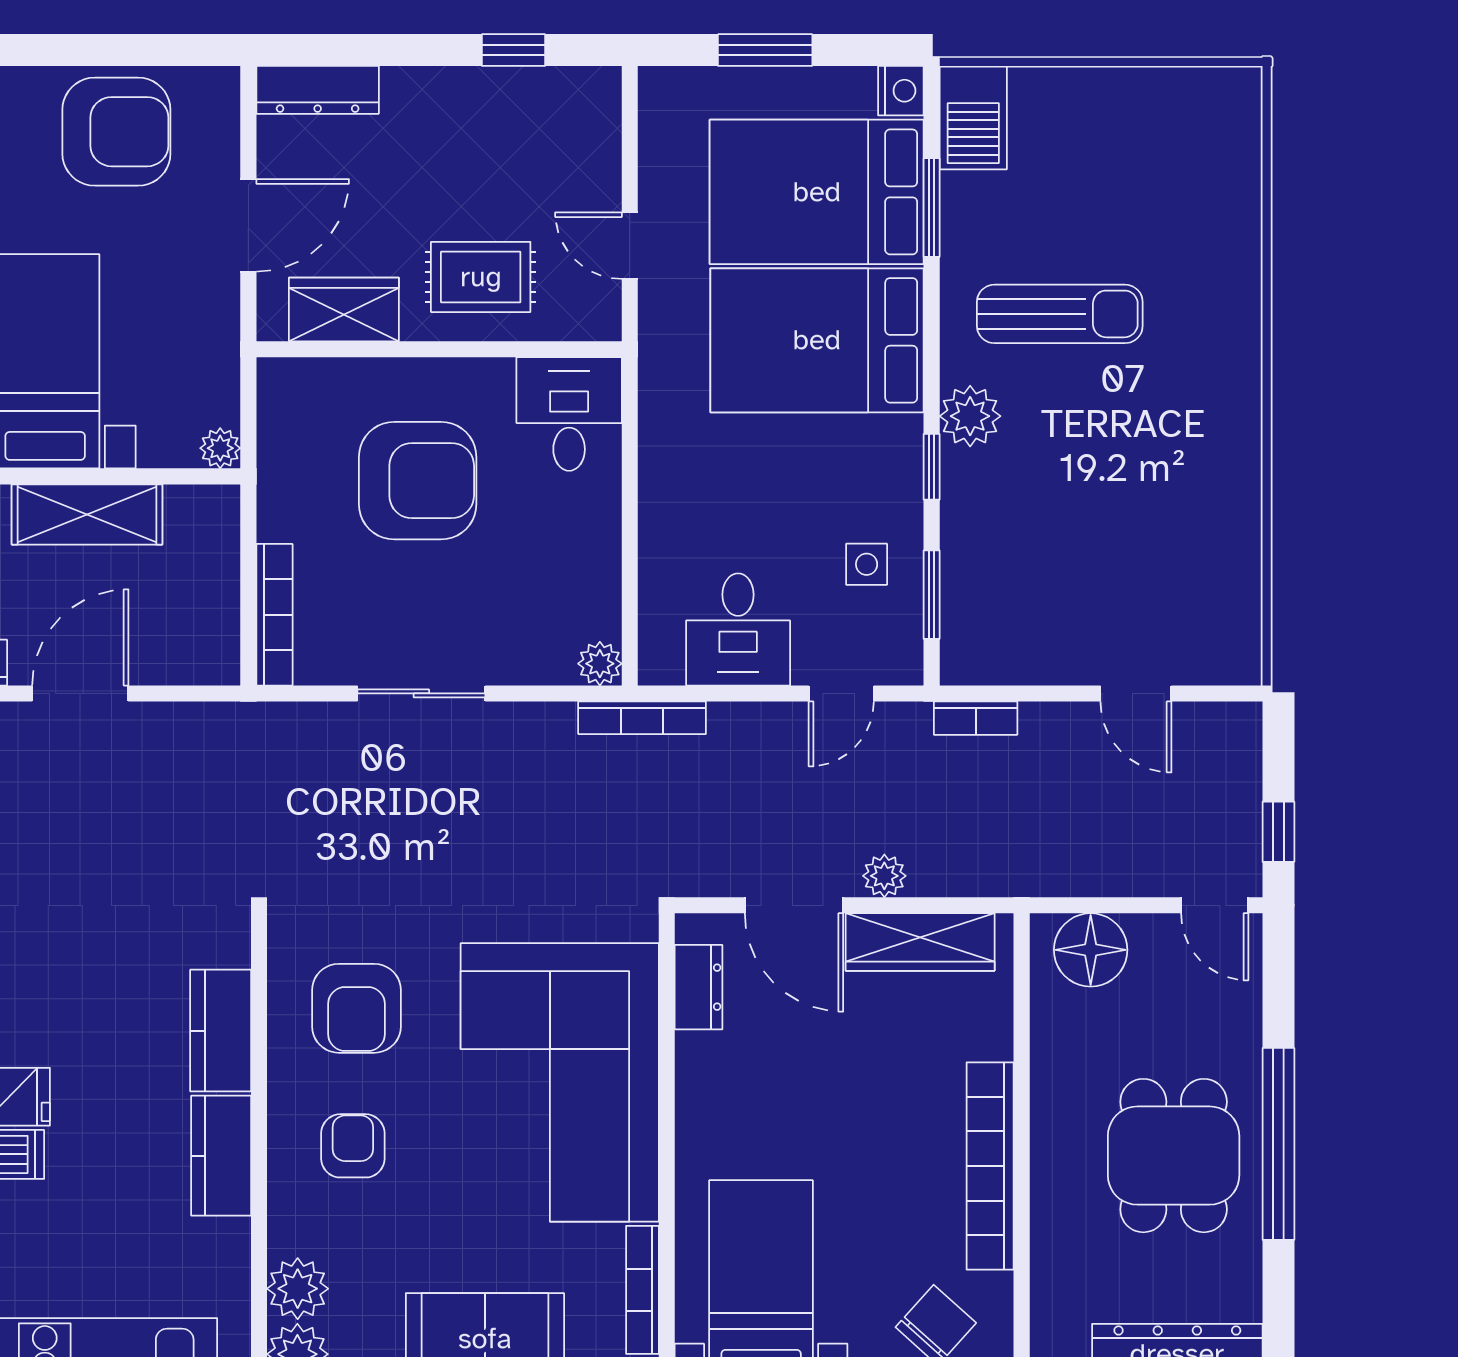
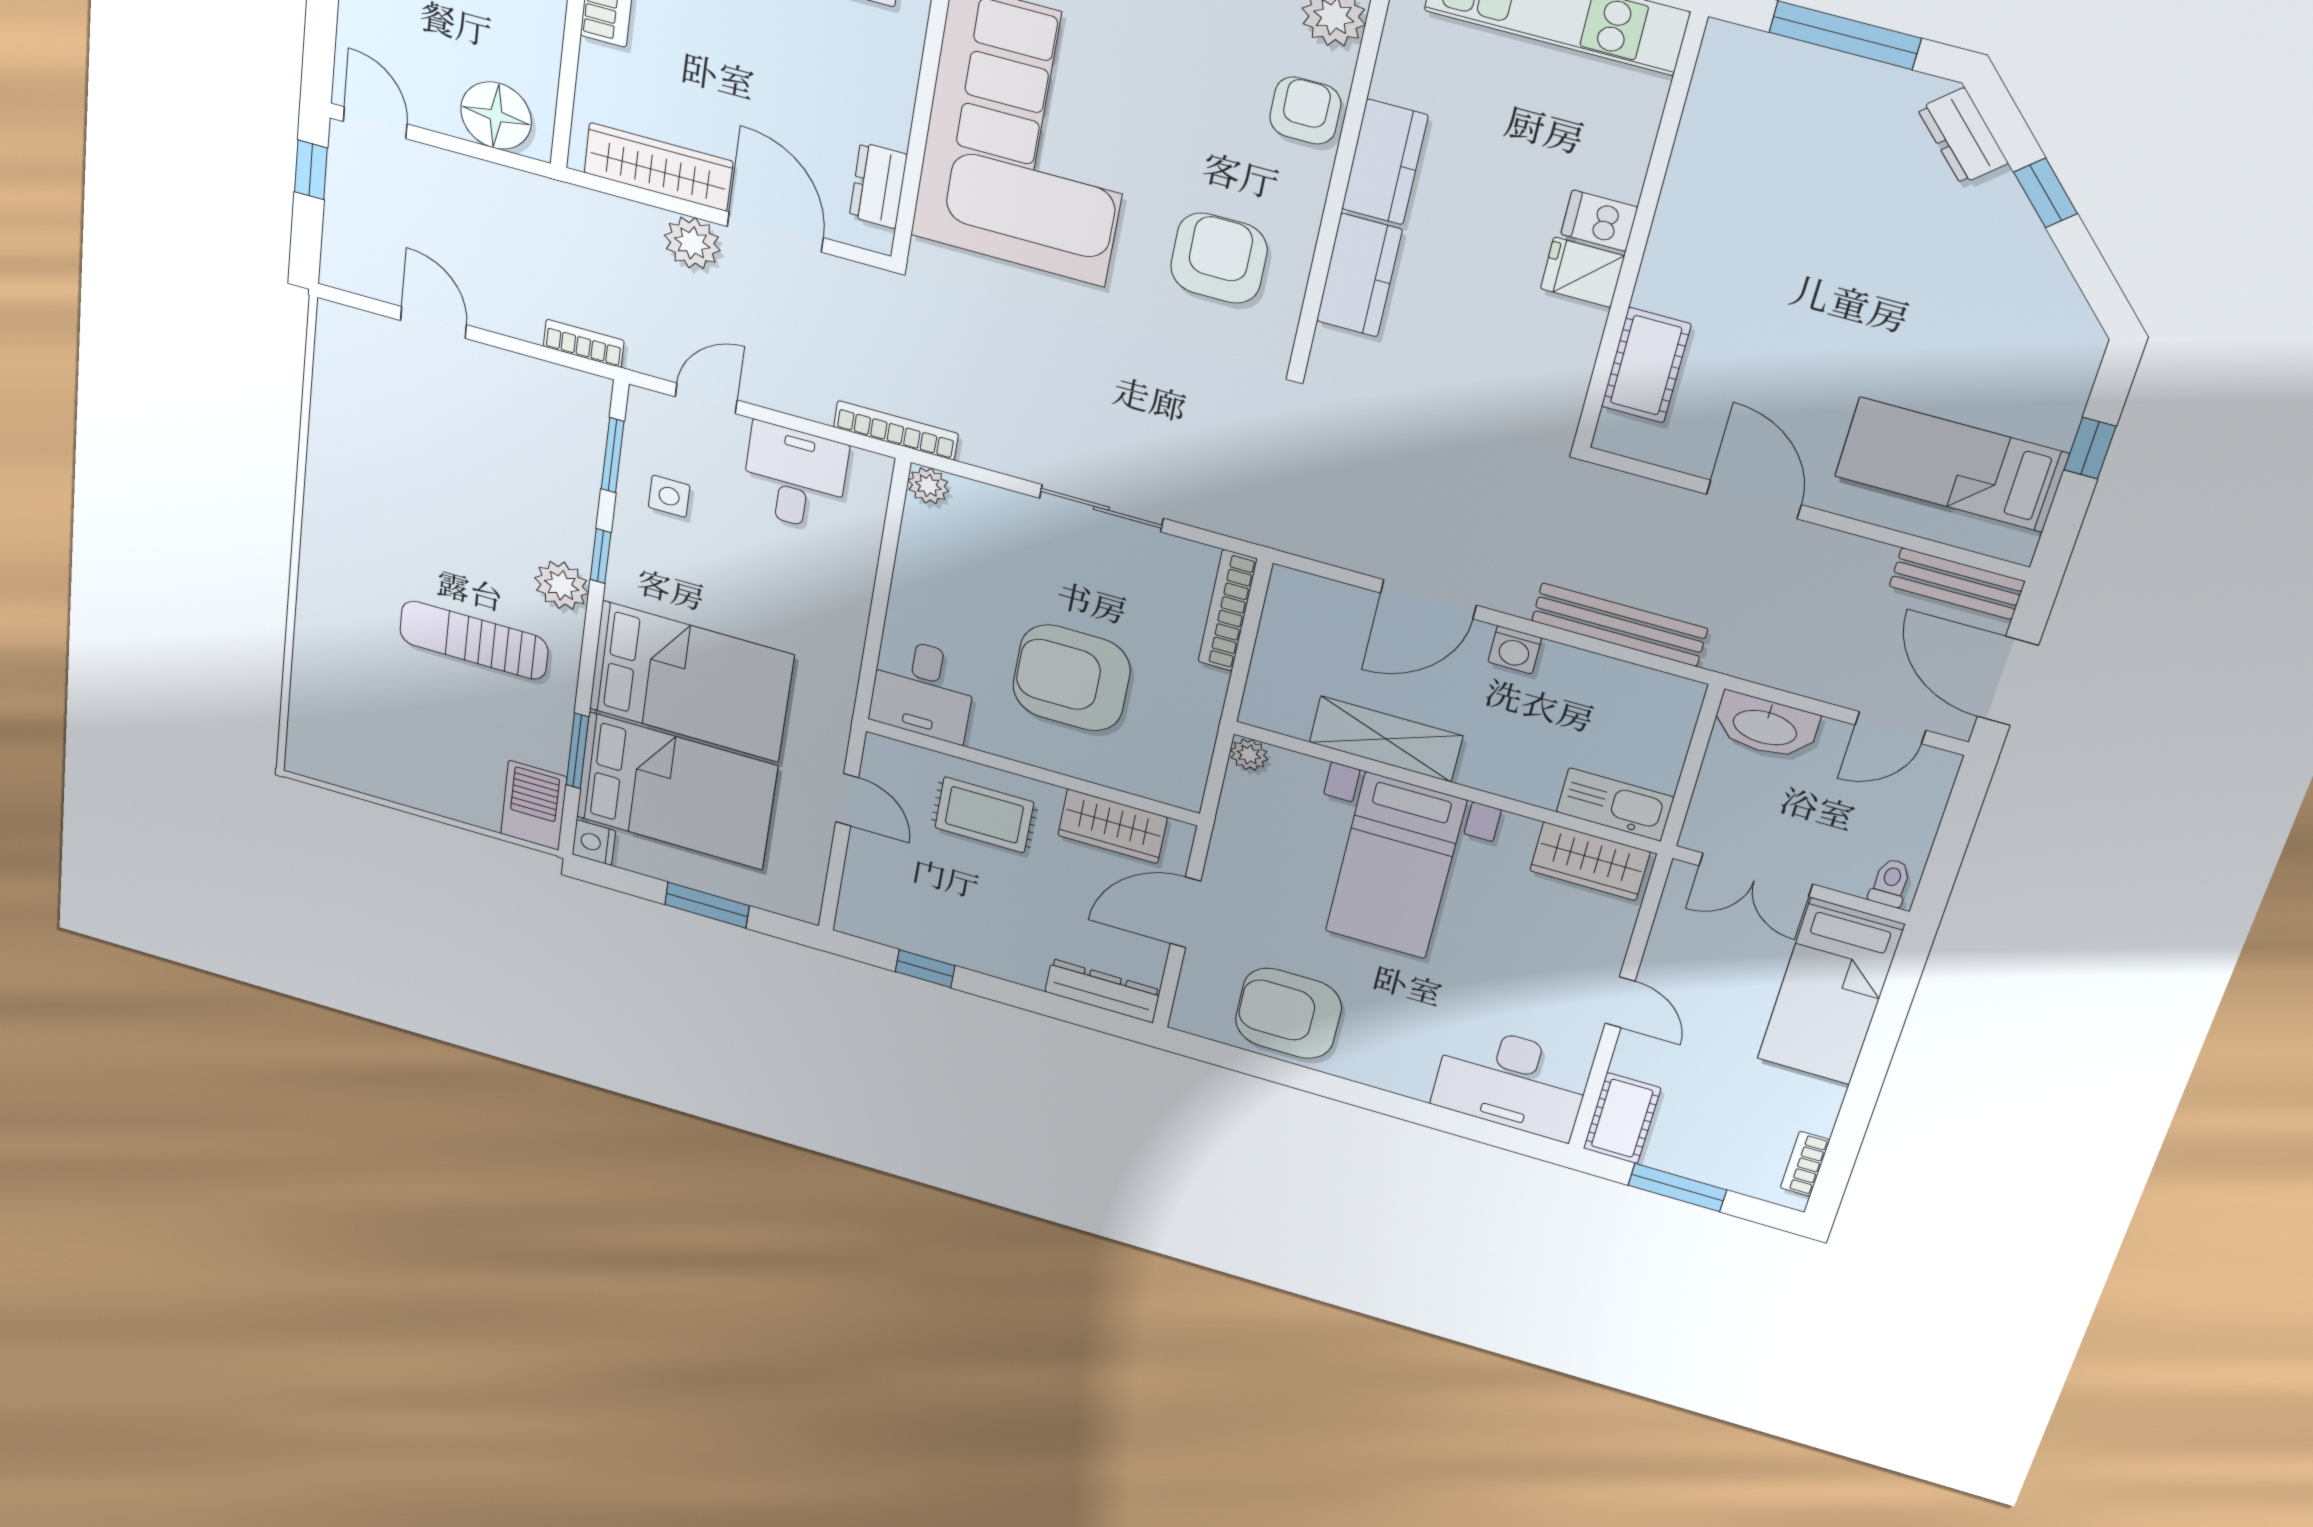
plant: (884, 876) -> (692, 243), width x1.38, depth x1.38
armchair: (353, 1146) -> (1305, 111), moved, turned 180

